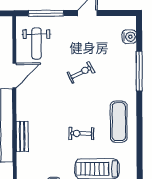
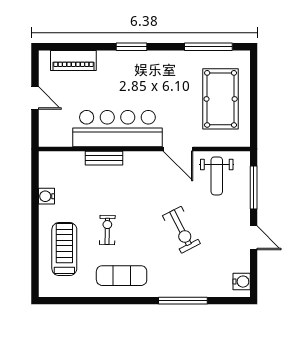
water cooler: (129, 37) -> (242, 282), moved, turned -90
weight bench: (36, 44) -> (217, 176), turned -90
exercise bike: (81, 72) -> (181, 230), width x1.38, depth x1.39

